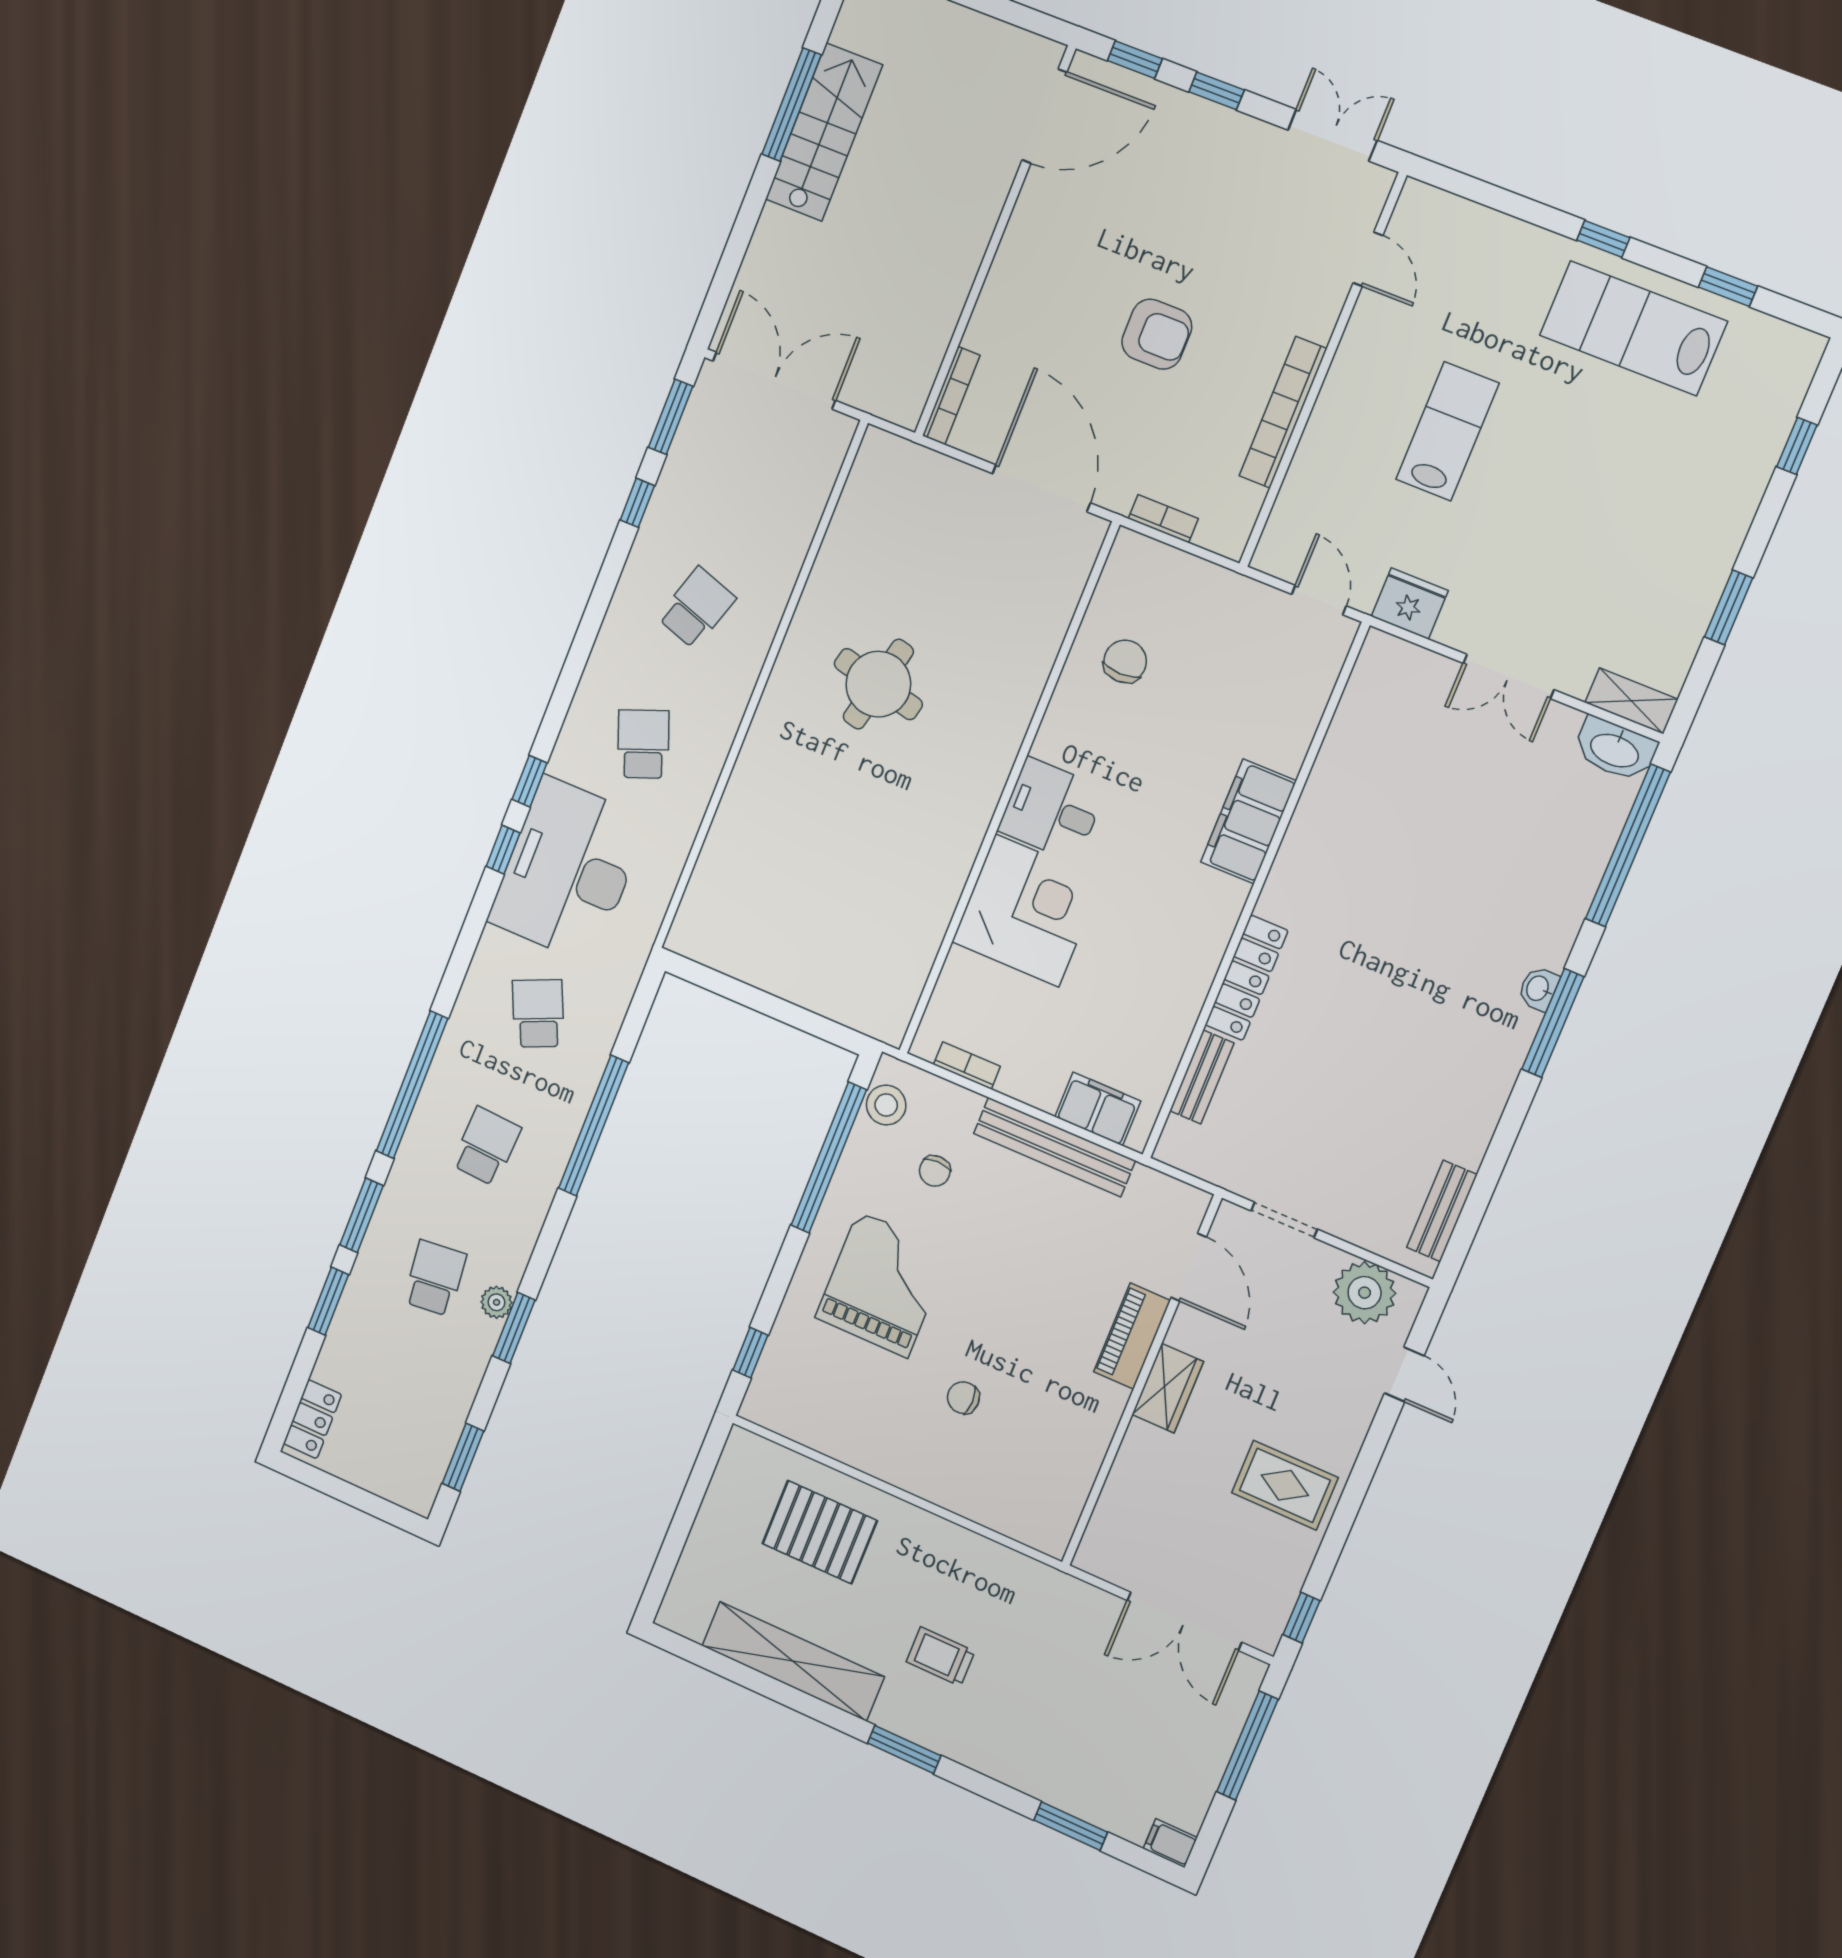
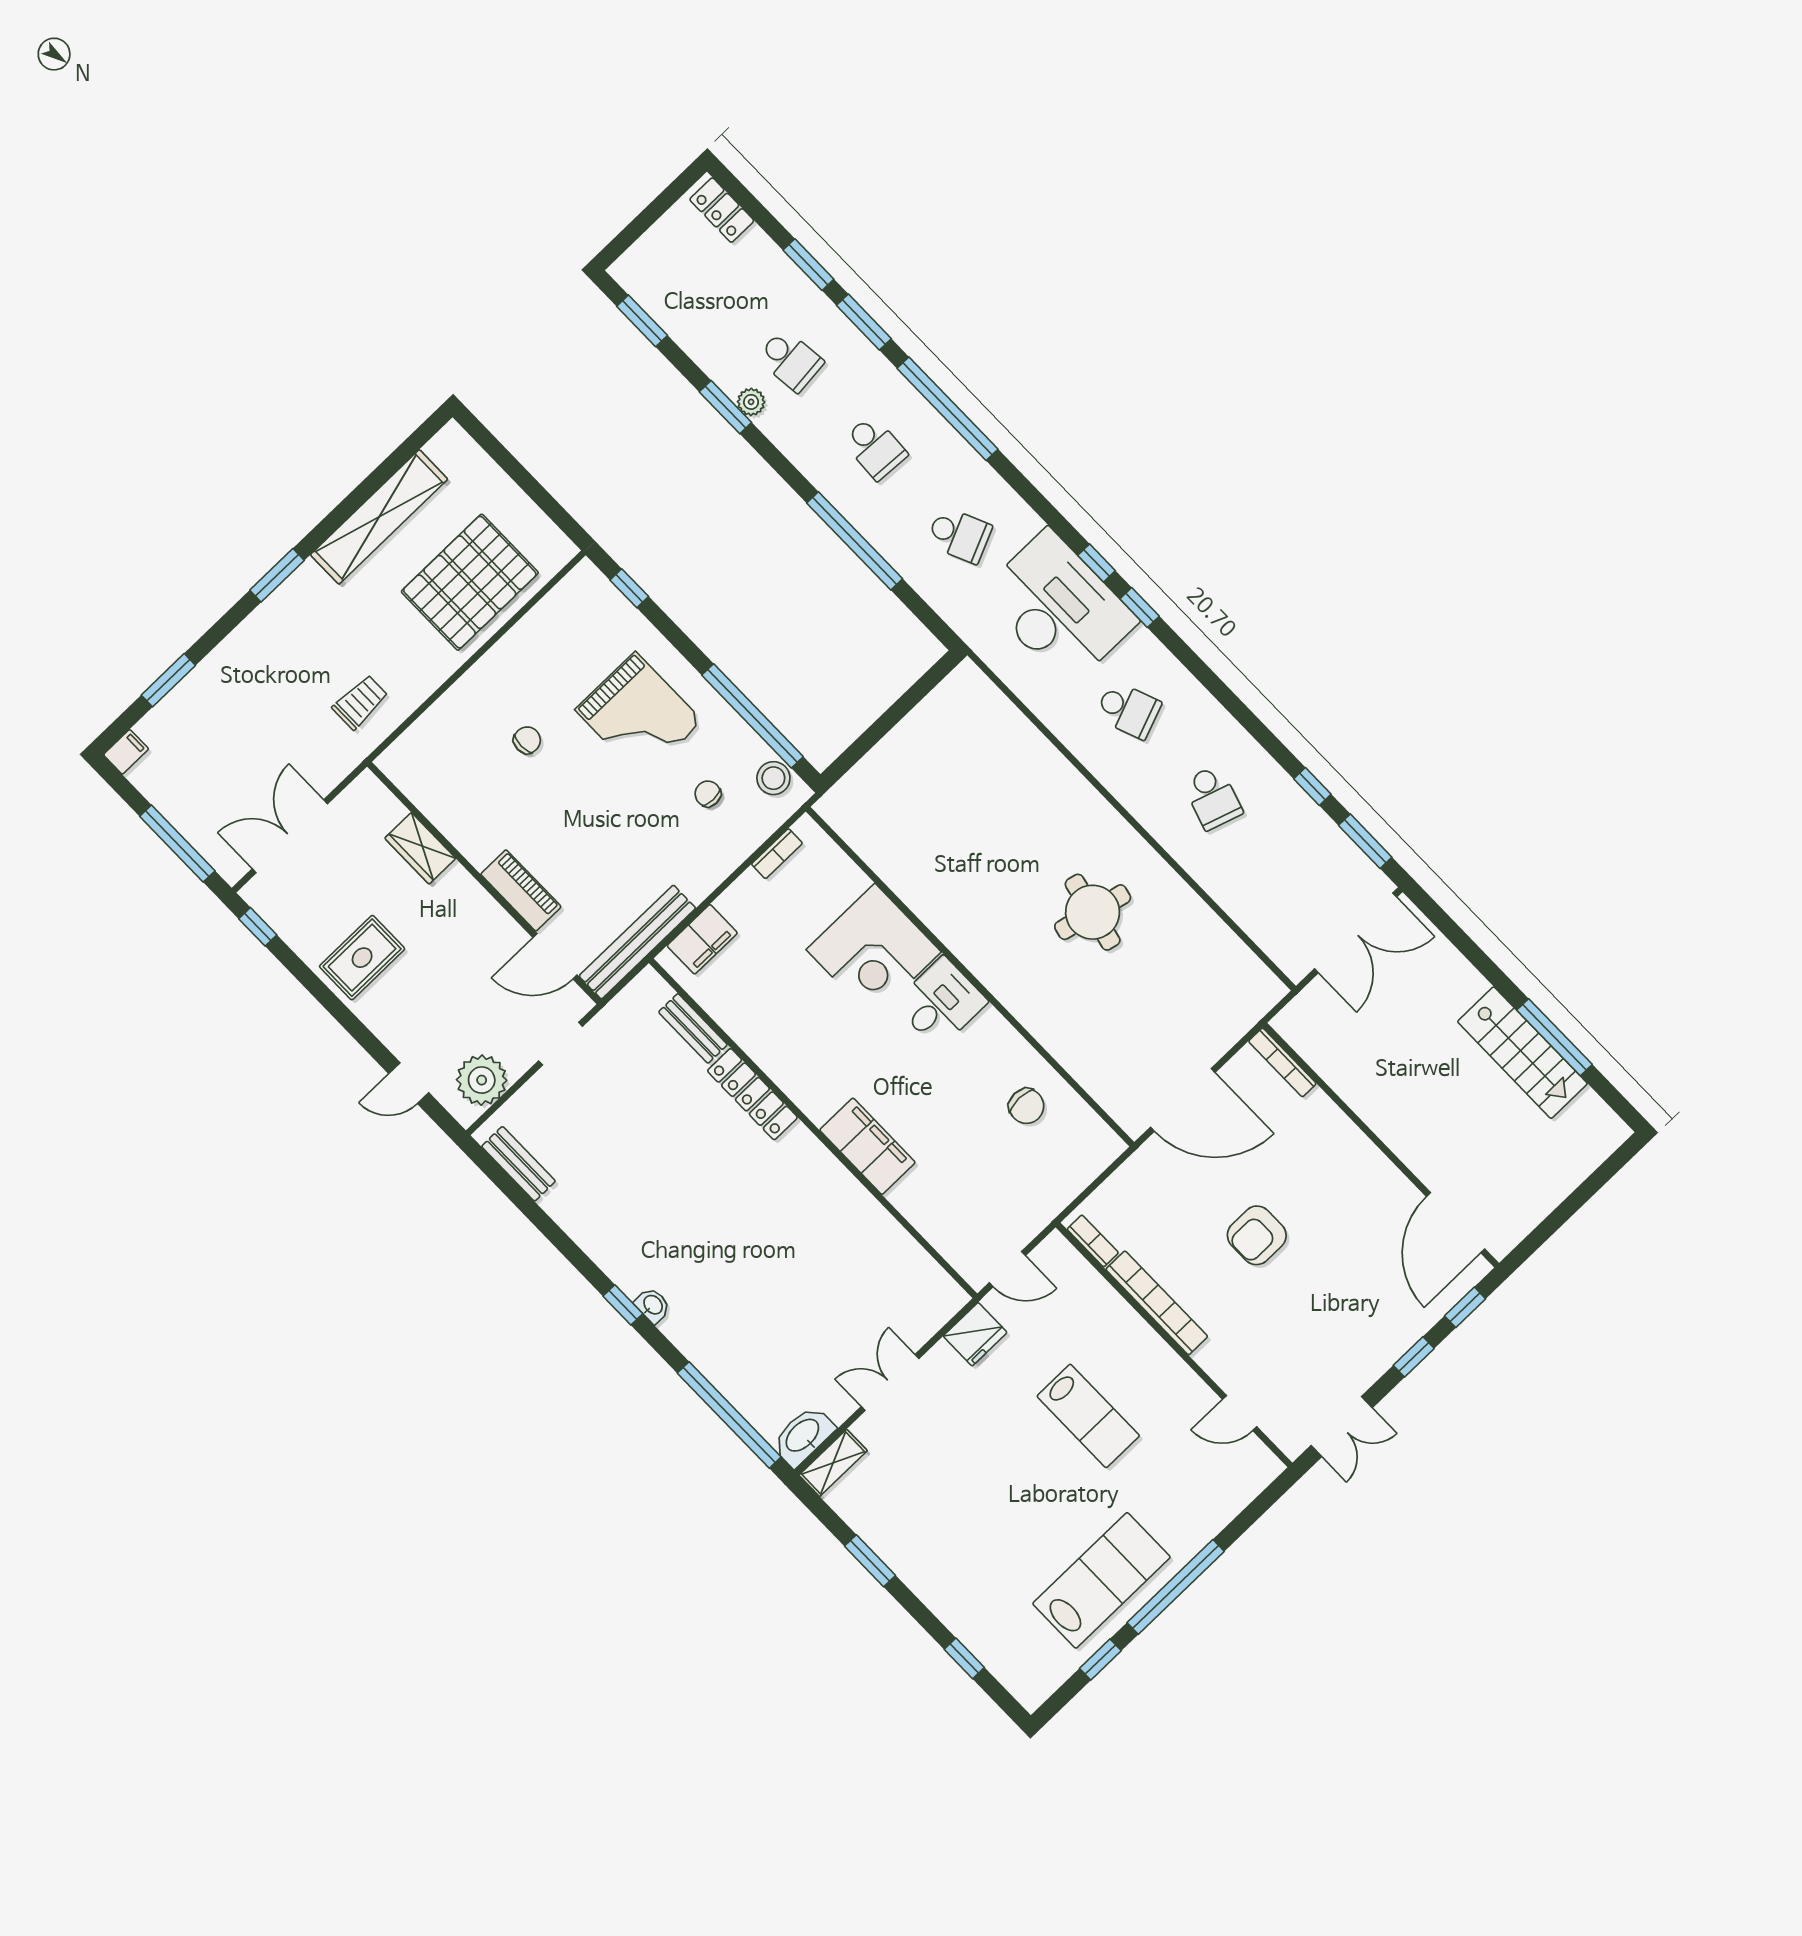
window: (1603, 239) -> (1176, 1587), width x3.17
bookcase: (1163, 519) -> (1093, 1241), moved, turned -90
window: (1553, 1023) -> (623, 1305), width x0.46
bench: (1054, 1147) -> (637, 942), moved
wardrobe: (1168, 1388) -> (420, 848), moved
pallet: (820, 1532) -> (470, 582), width x1.37, depth x1.41
trolley: (941, 1656) -> (360, 702), moved

